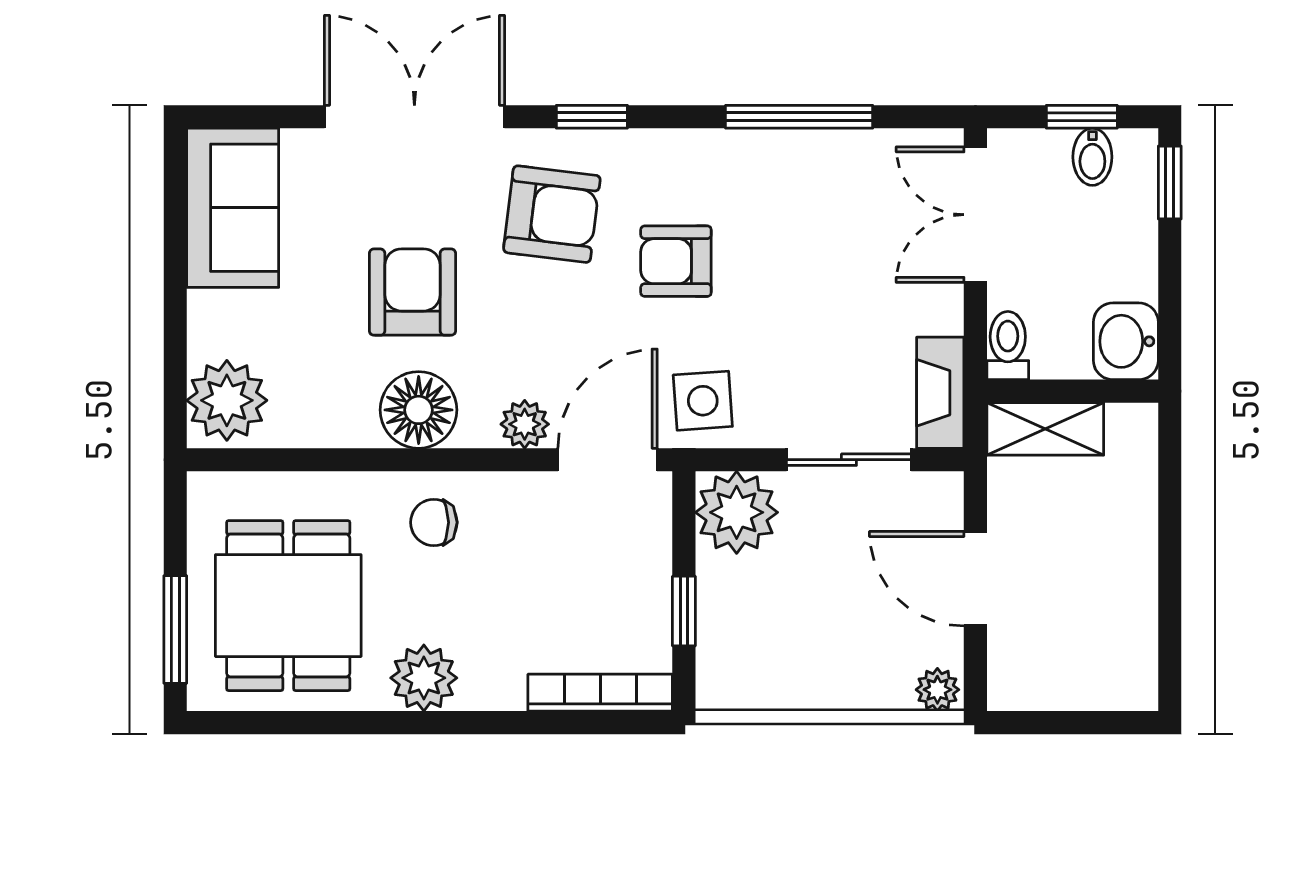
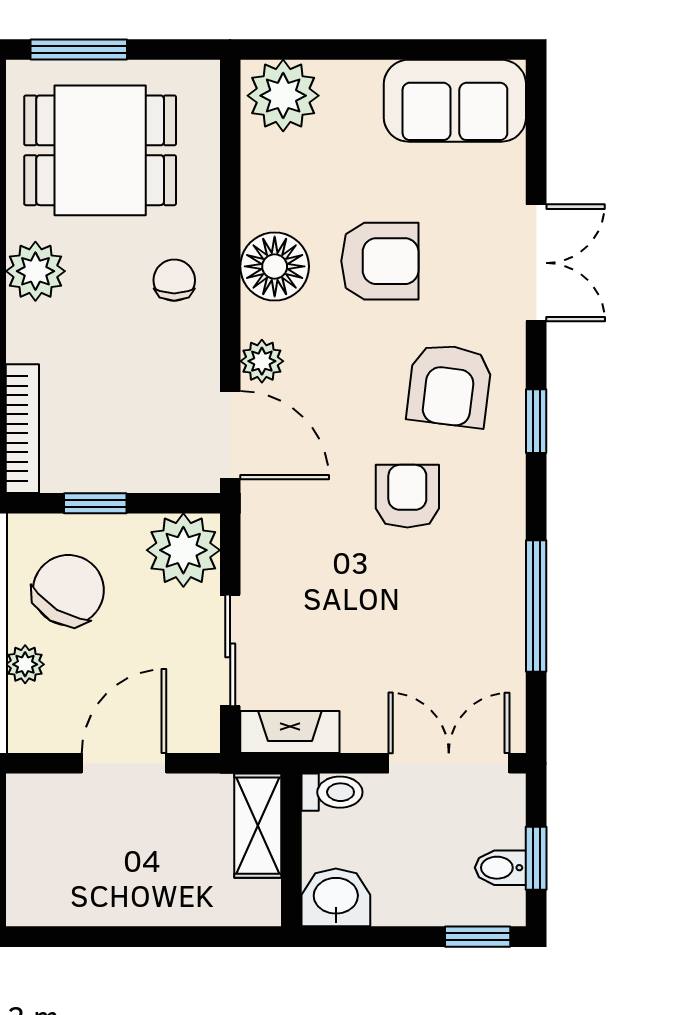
double door: (414, 117) -> (536, 263), width x0.73
side table: (703, 401) -> (283, 520), removed
chair: (781, 641) -> (68, 590), added
plant: (937, 690) -> (25, 664), moved

